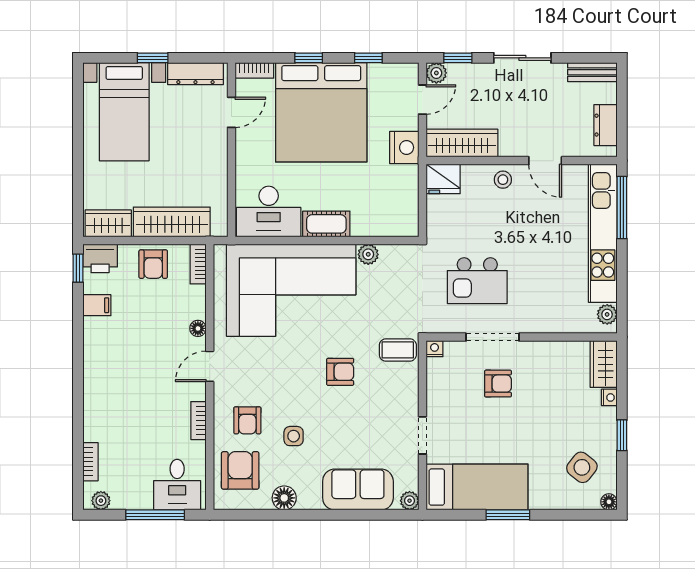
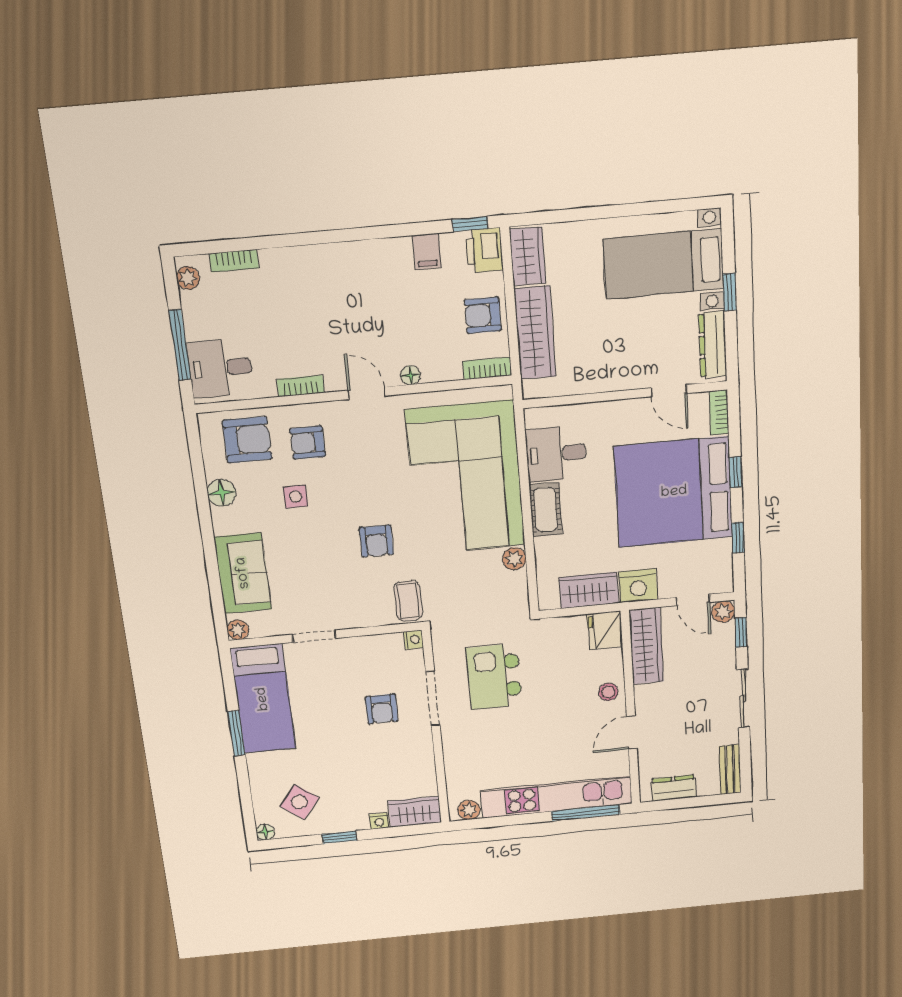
wardrobe: (404, 191) -> (589, 590), added
desk: (269, 211) -> (556, 454), width x0.73

